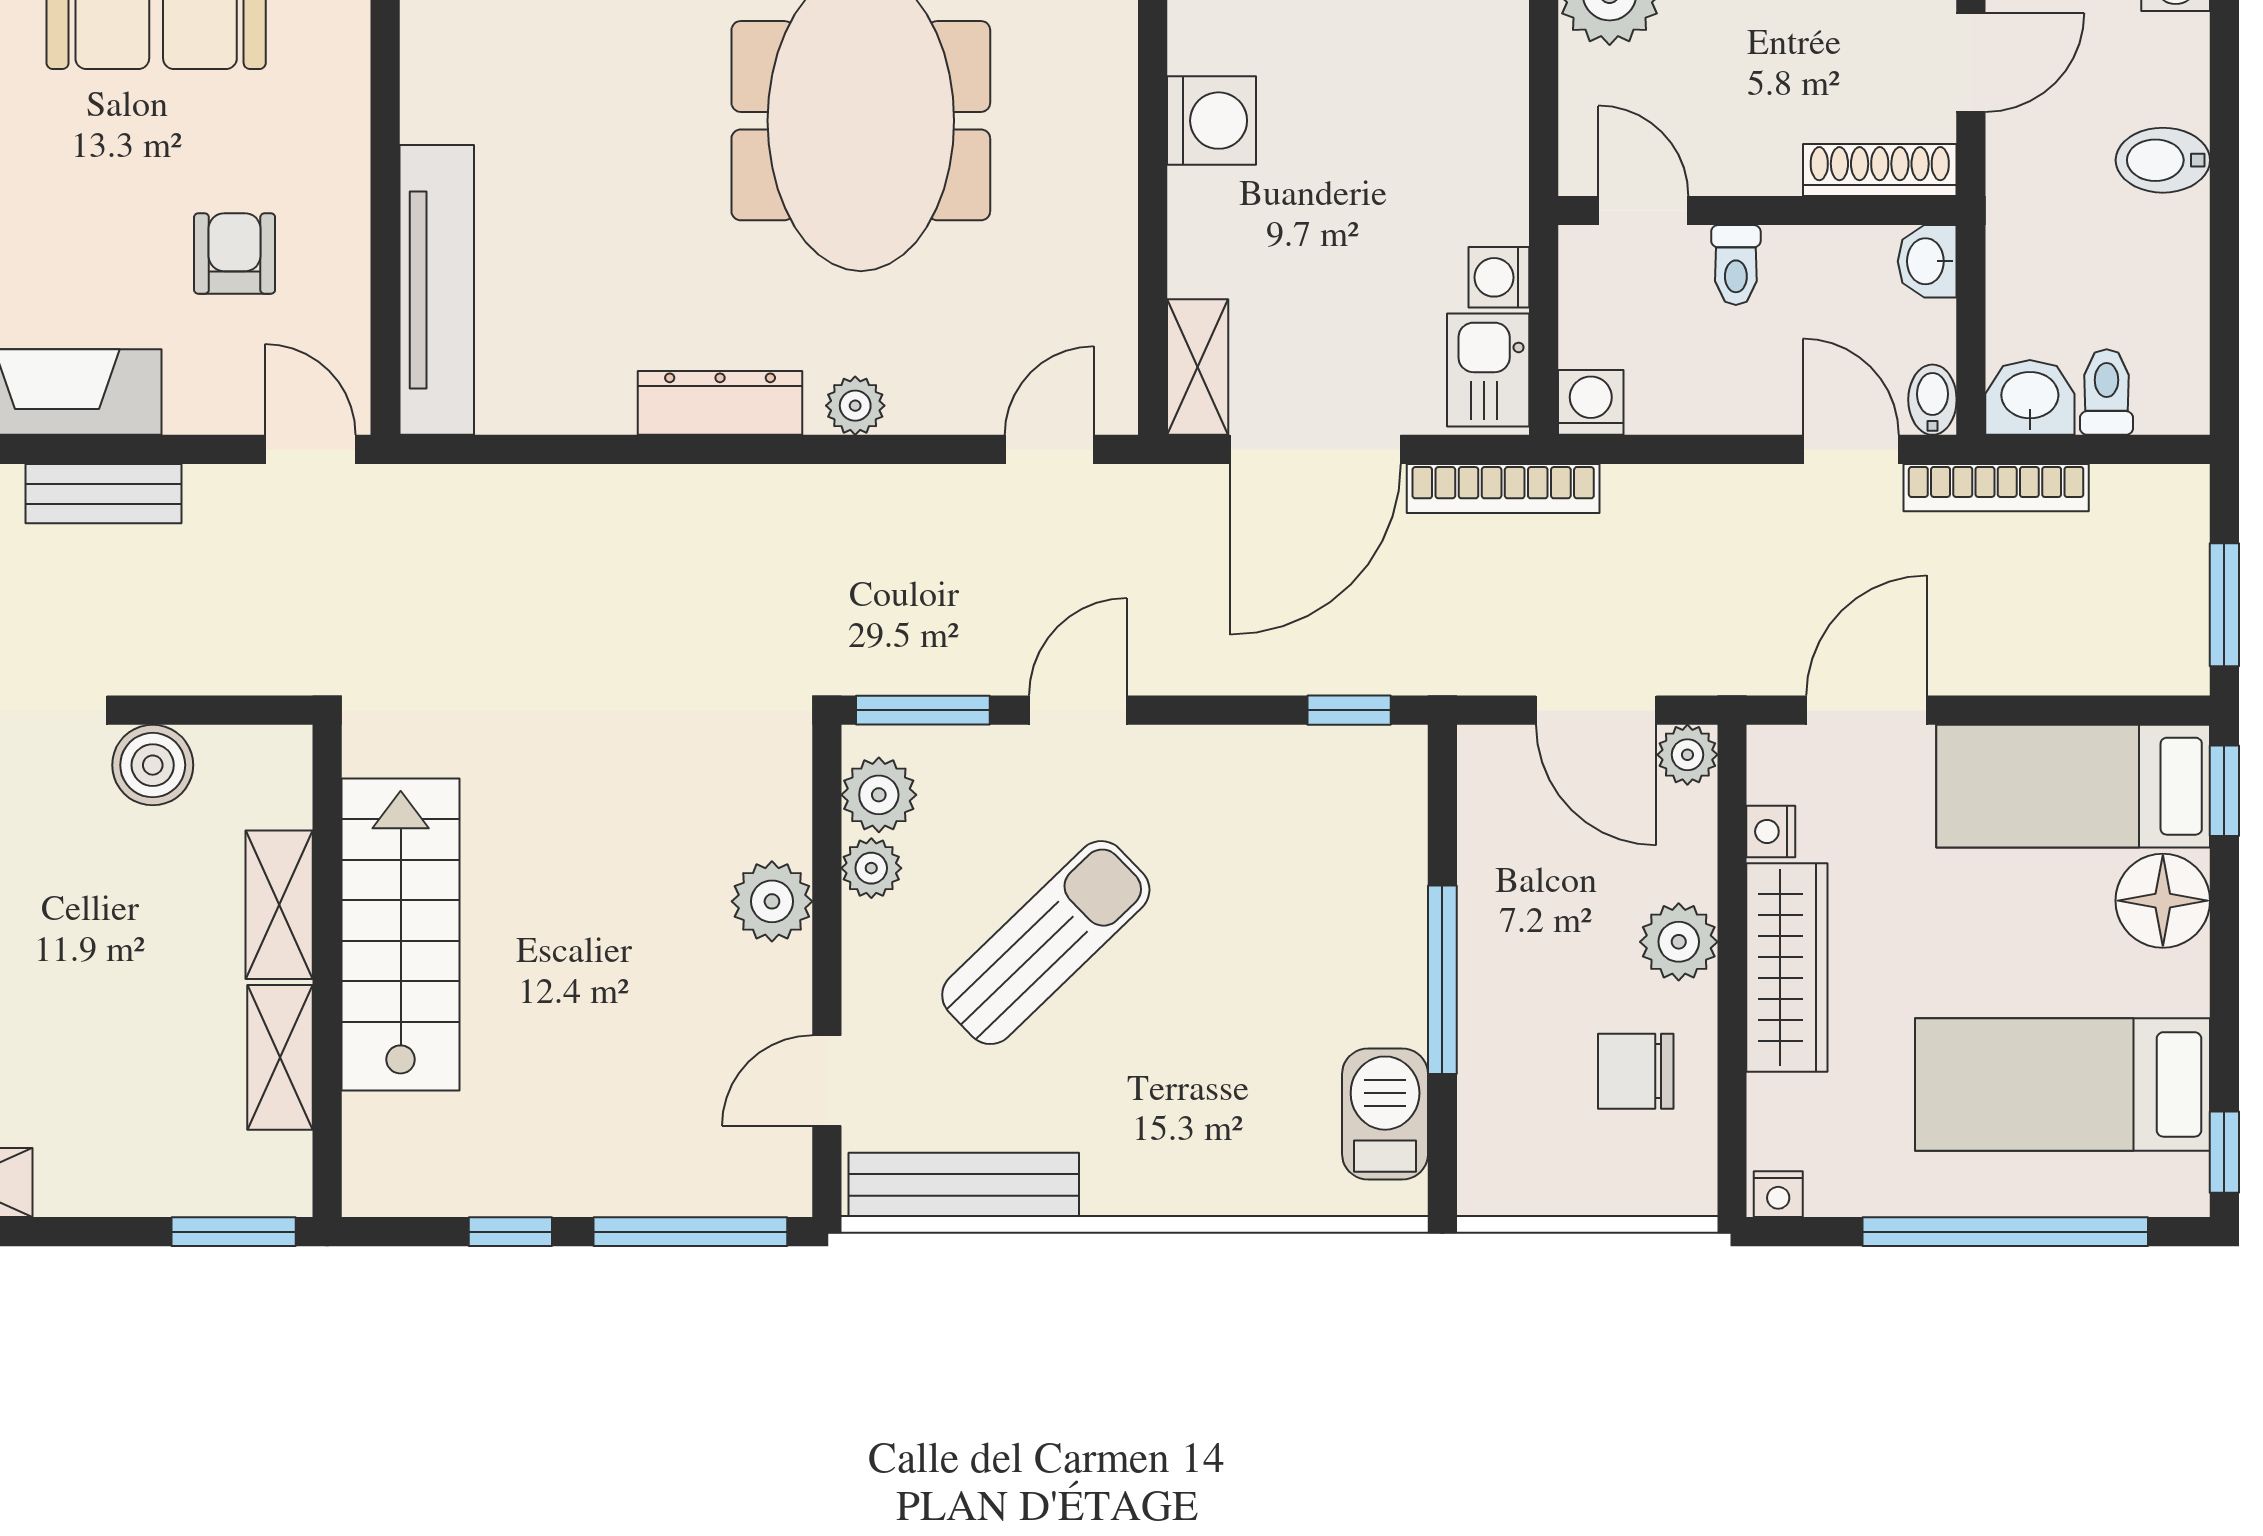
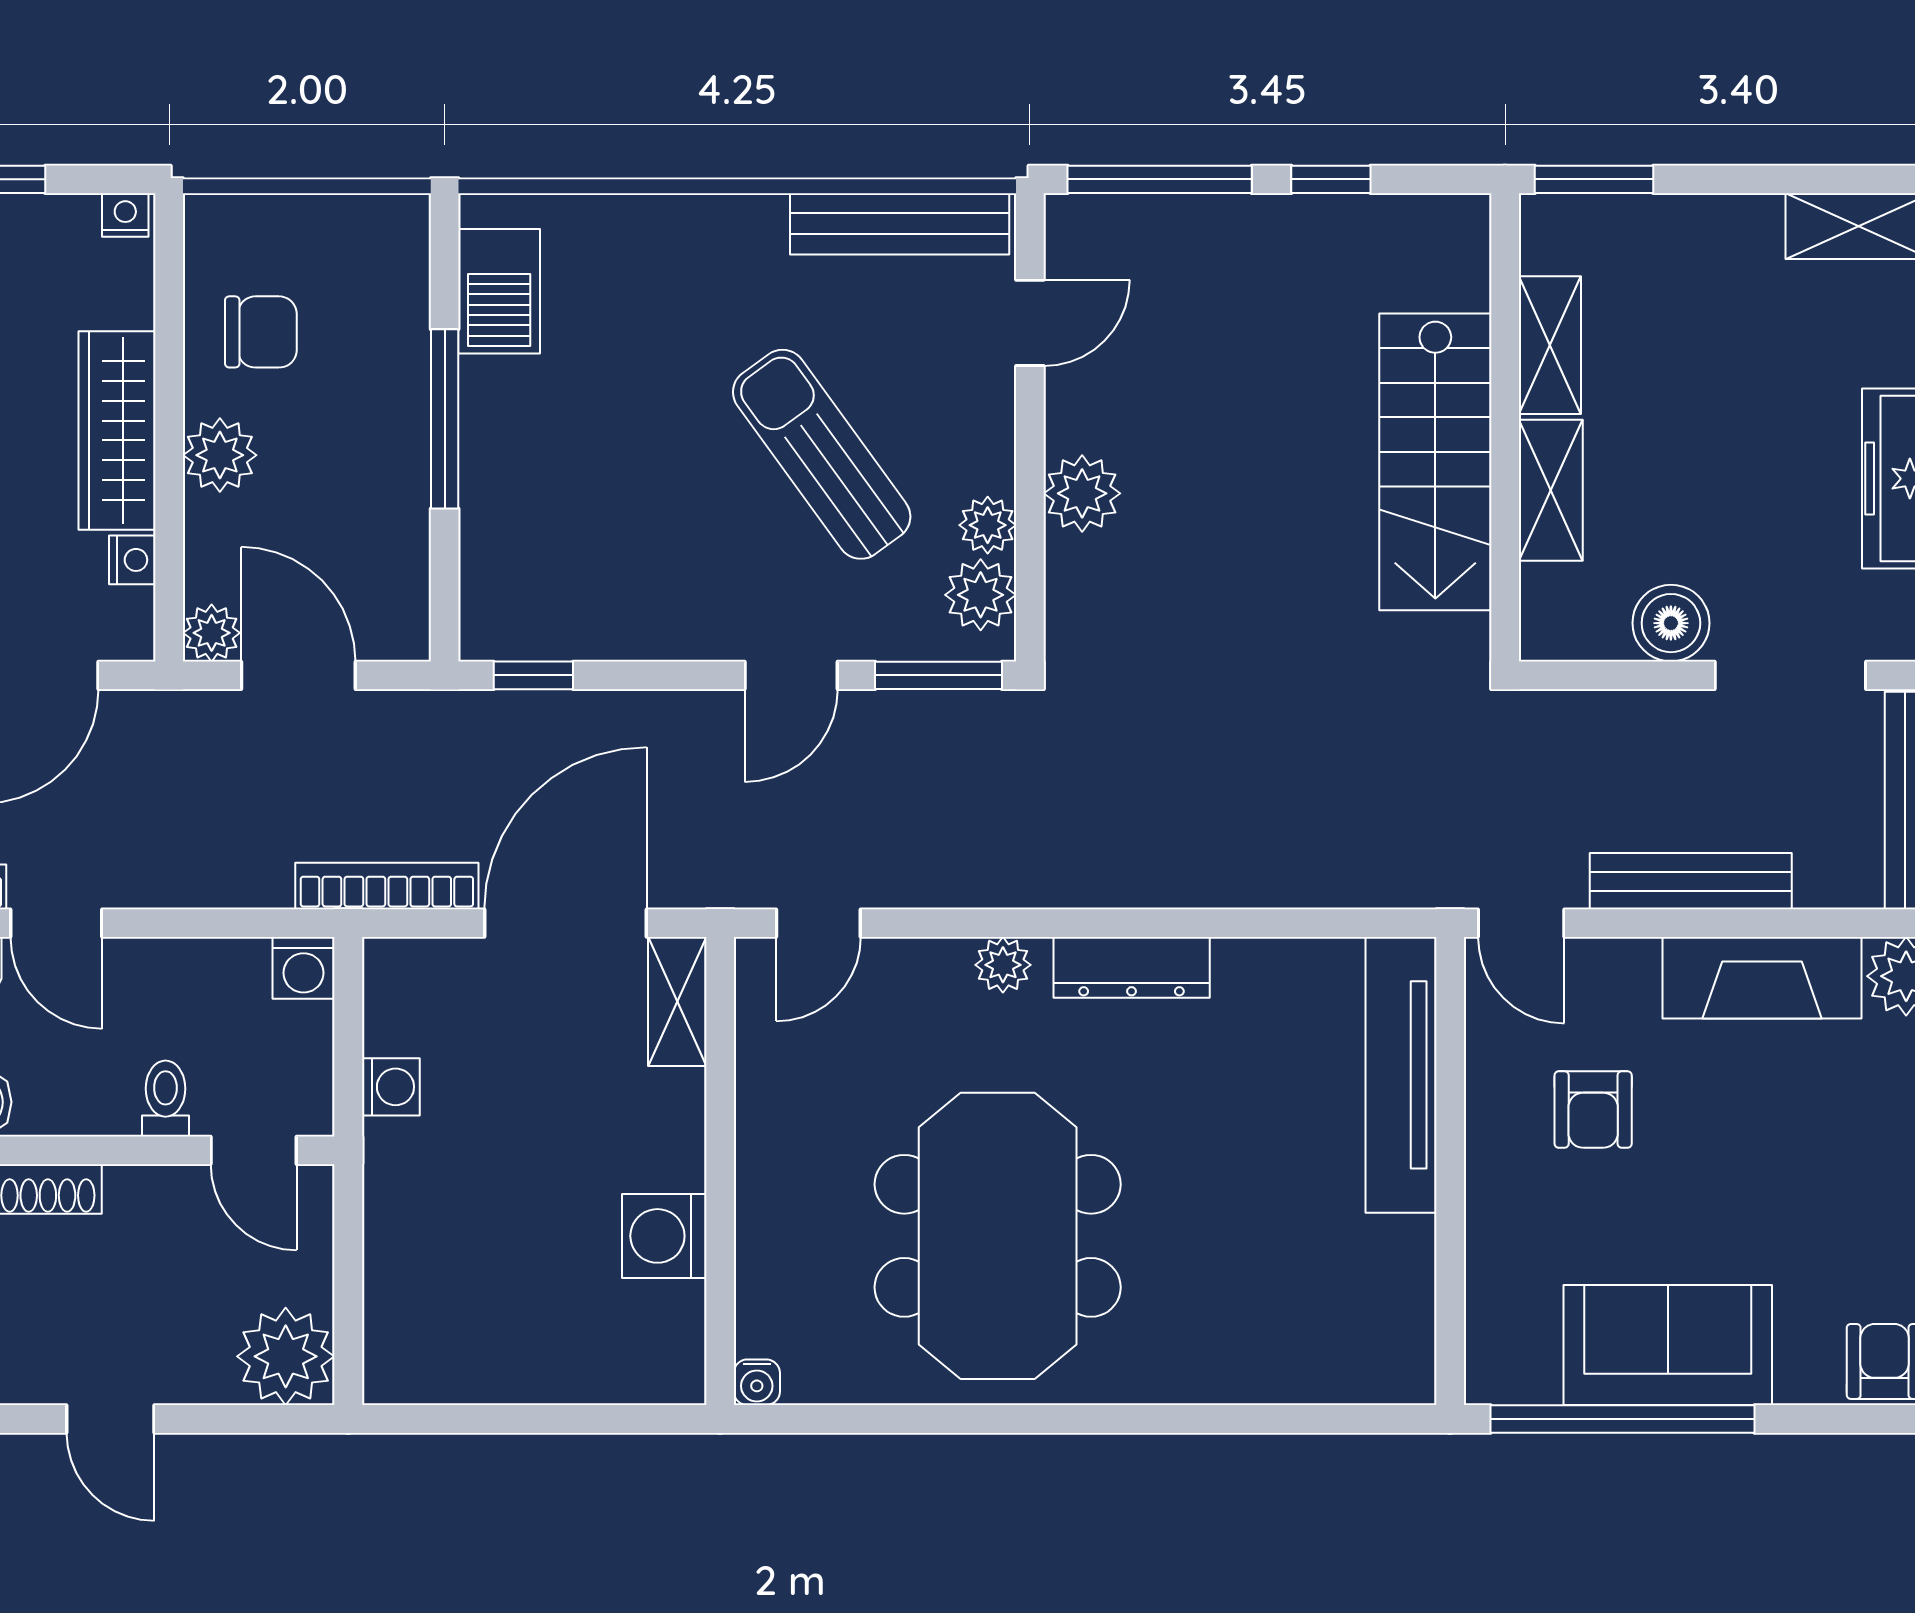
kitchen sink: (1488, 370) -> (401, 999), removed
bench: (104, 494) -> (1691, 881), width x1.36
sun lounger: (1046, 943) -> (822, 454), turned 98

